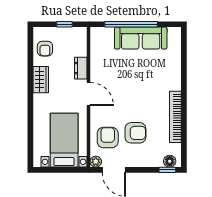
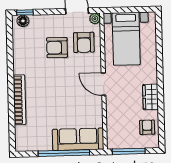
window: (64, 24) -> (129, 151), width x2.17
sofa: (141, 38) -> (78, 139), moved
dresser: (81, 68) -> (112, 109), removed
bookcase: (175, 117) -> (19, 100), moved

